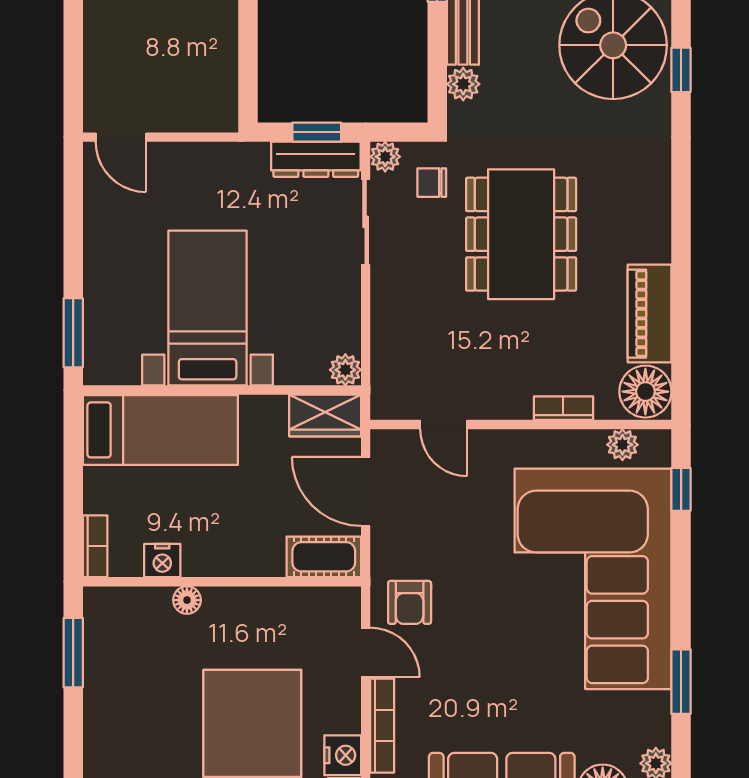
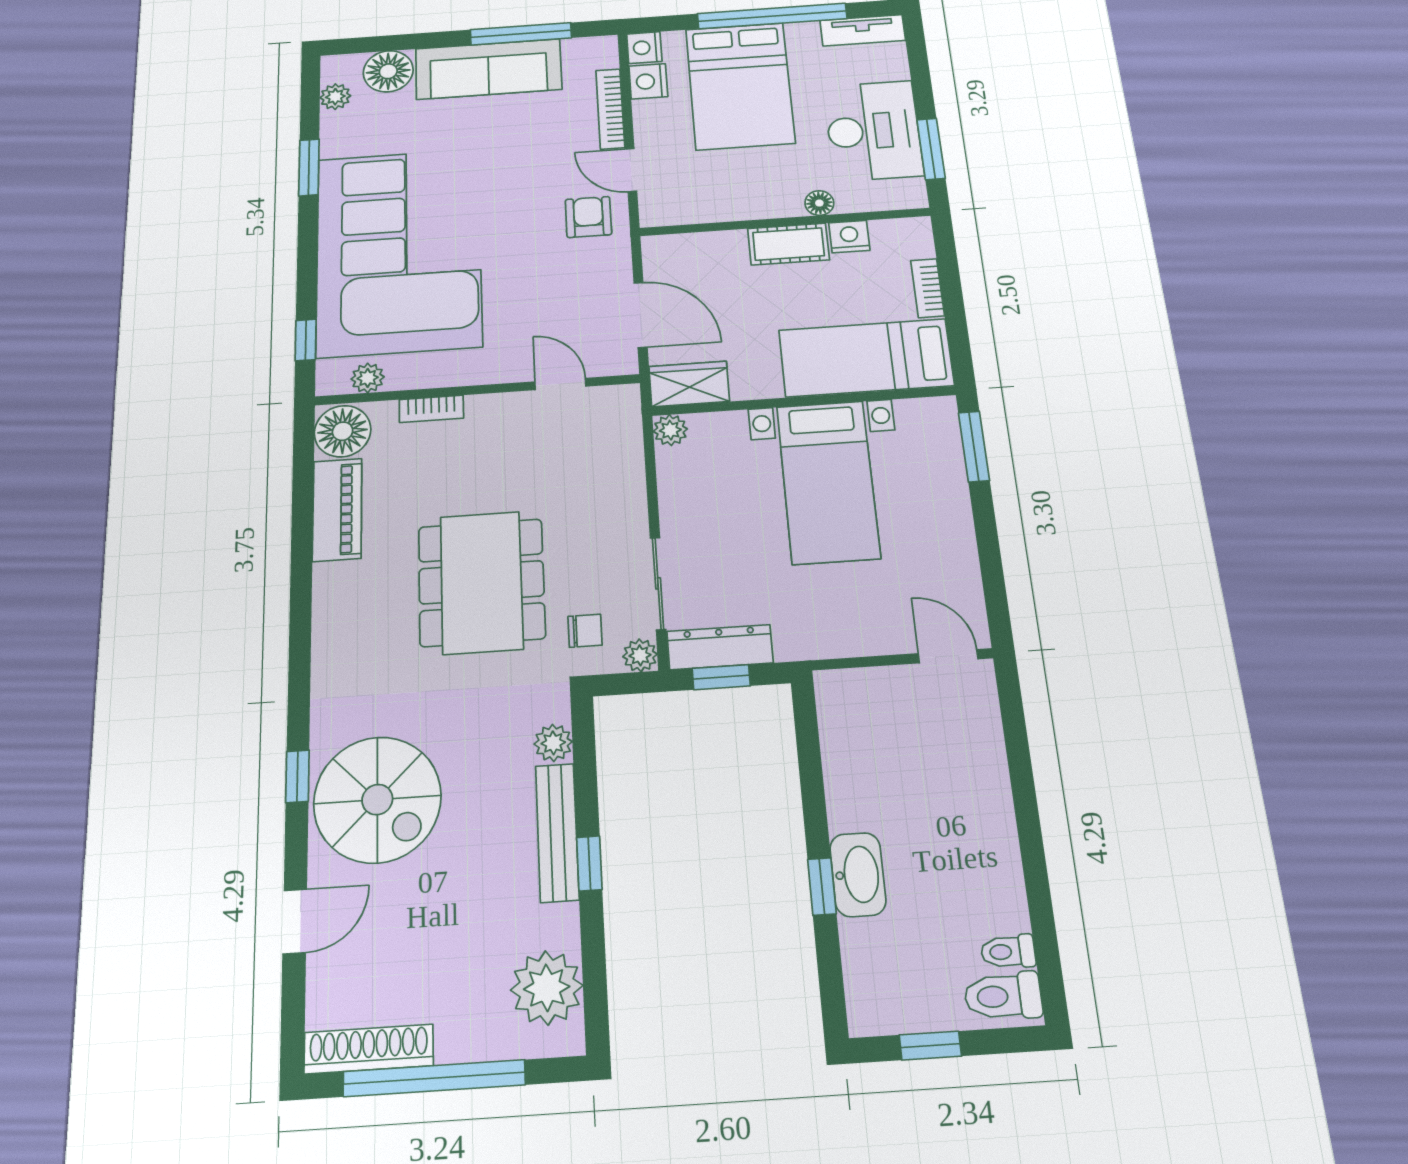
bookcase: (95, 546) -> (928, 288), moved
cot: (324, 557) -> (788, 244), moved
desk: (127, 678) -> (873, 131), added

